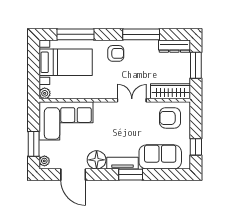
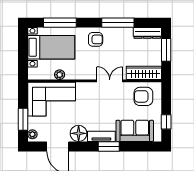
plant: (45, 93) -> (60, 75), moved

